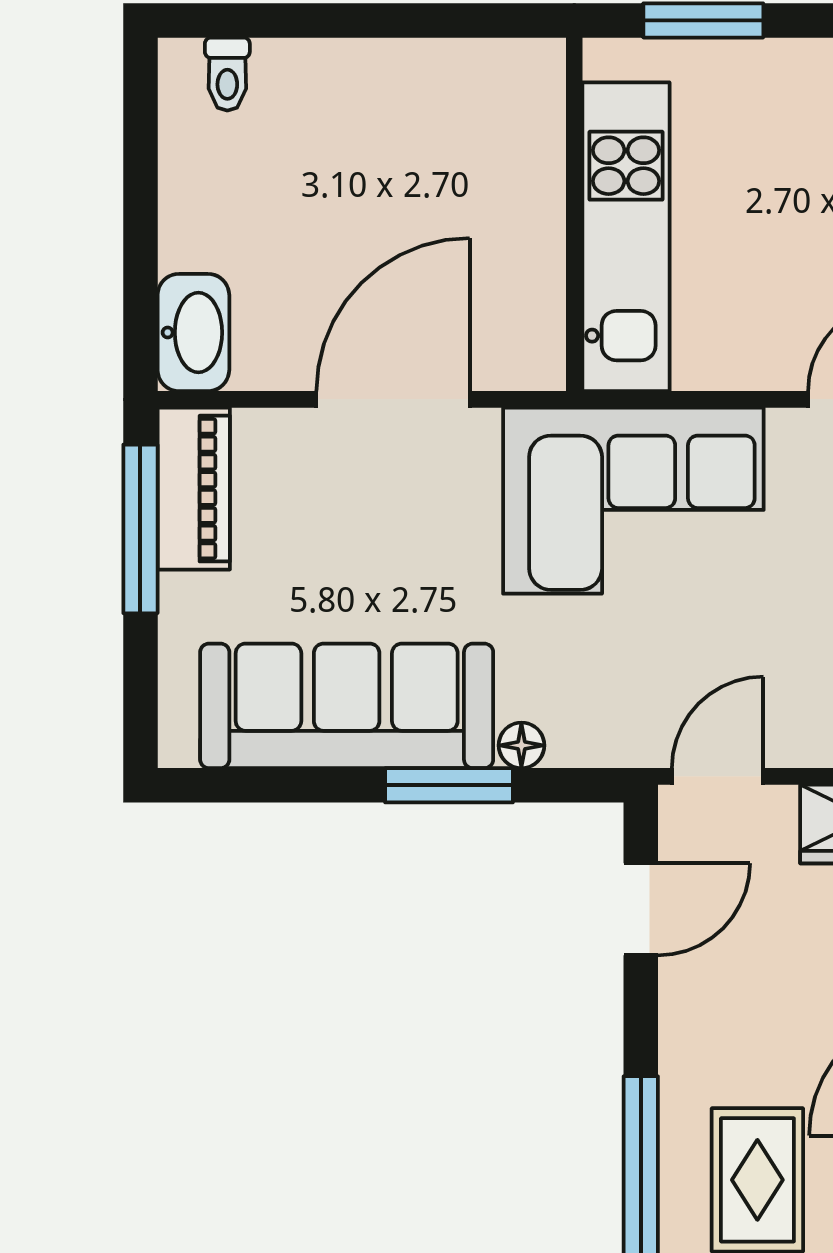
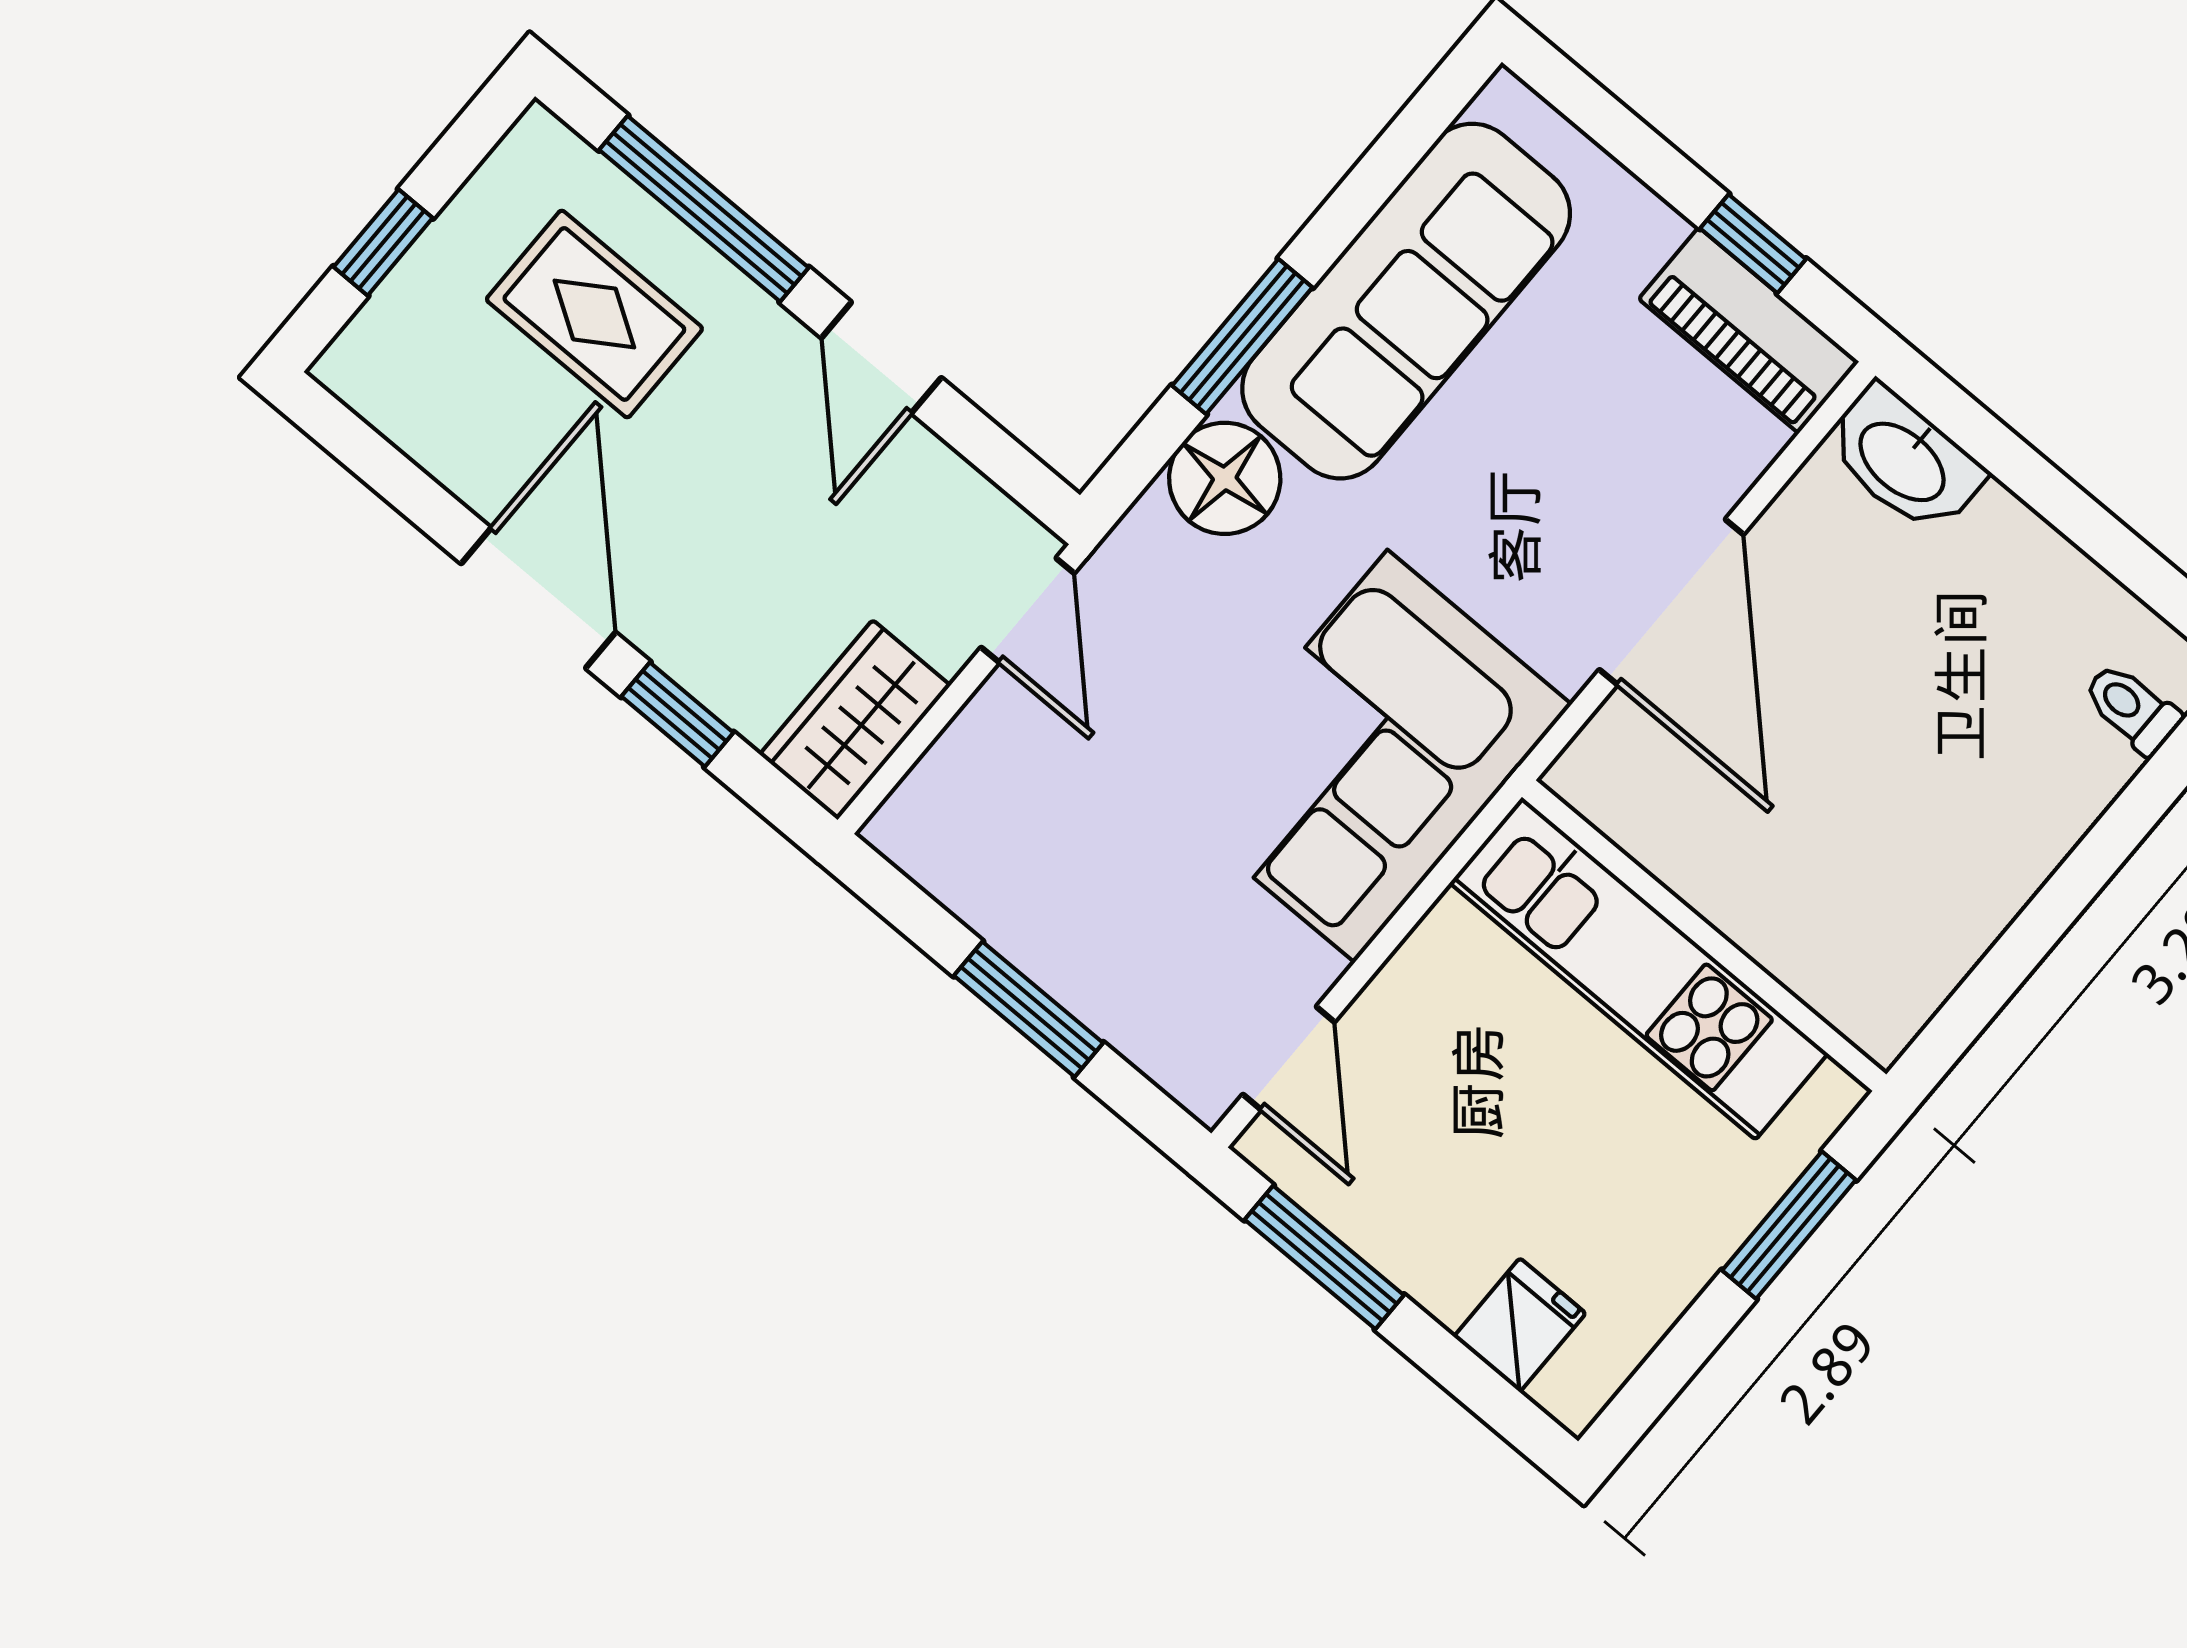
window: (140, 529) -> (1753, 244), width x0.46
floor lamp: (521, 745) -> (1225, 478), width x1.89, depth x1.89
door: (641, 909) -> (881, 358), moved

